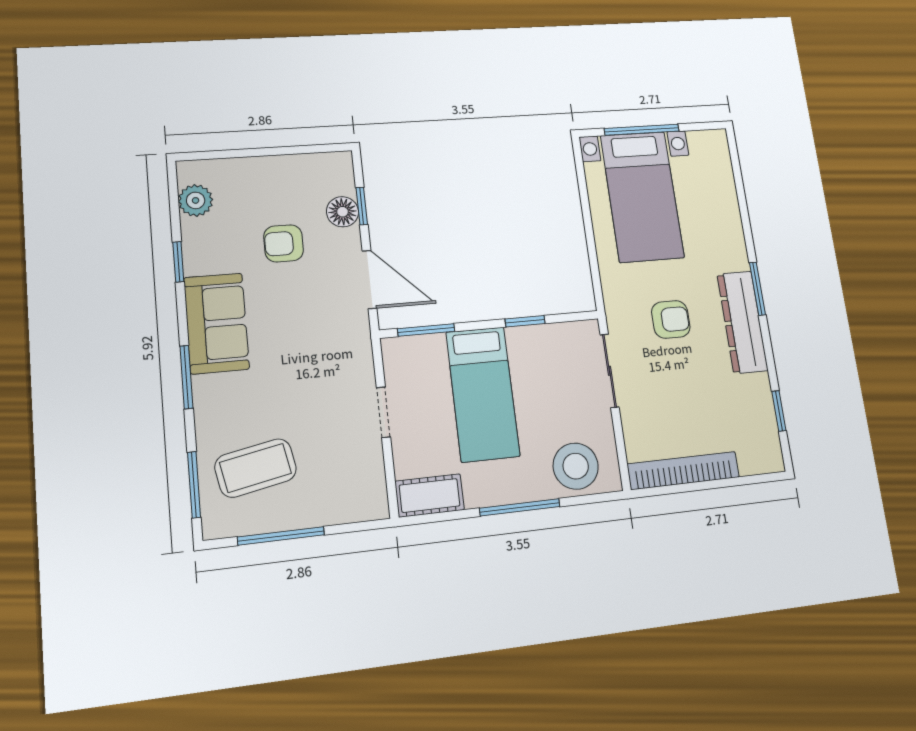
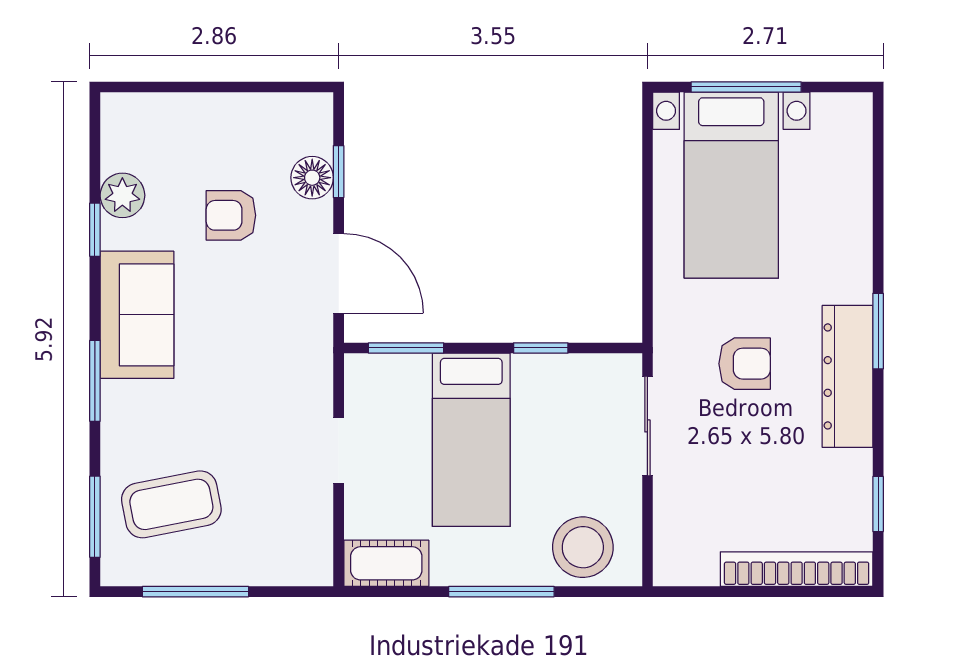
plant: (196, 200) -> (122, 195), moved
bookcase: (683, 471) -> (797, 569), moved

